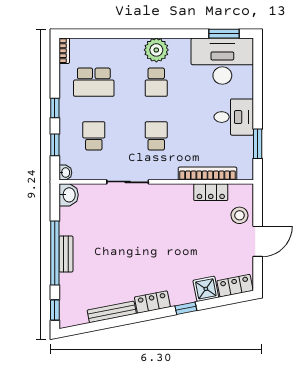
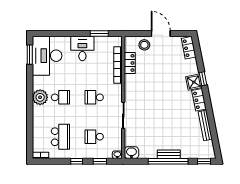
shower: (206, 289) -> (194, 82), moved

